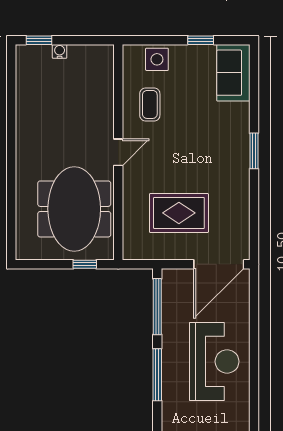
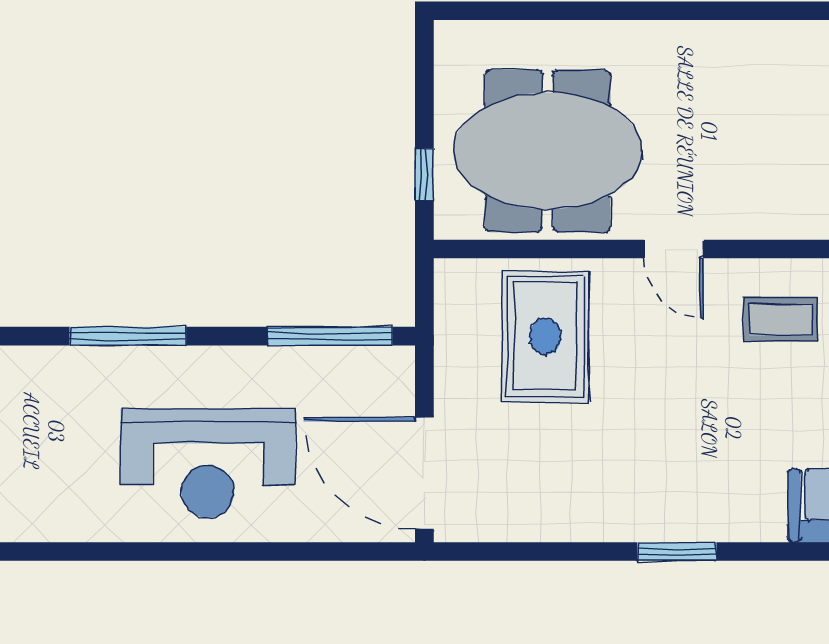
rug: (179, 213) -> (545, 336), moved
window: (157, 375) -> (128, 336), moved

